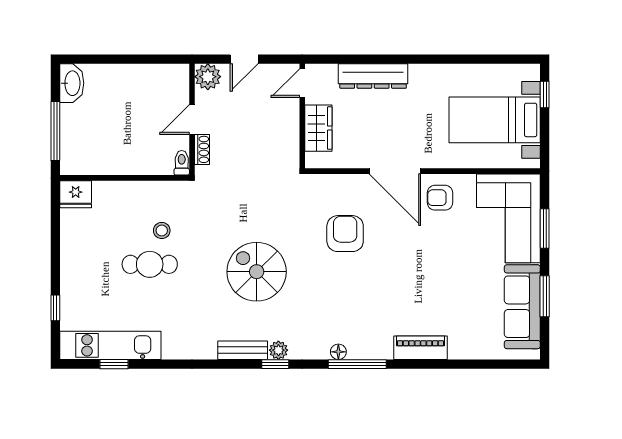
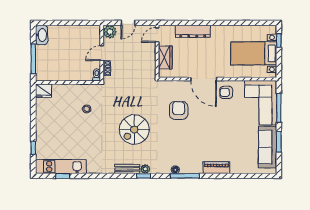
window: (545, 228) -> (279, 108), width x1.44
cafe table: (150, 264) -> (81, 126), removed
spiral stairs: (257, 272) -> (134, 130), turned -90

